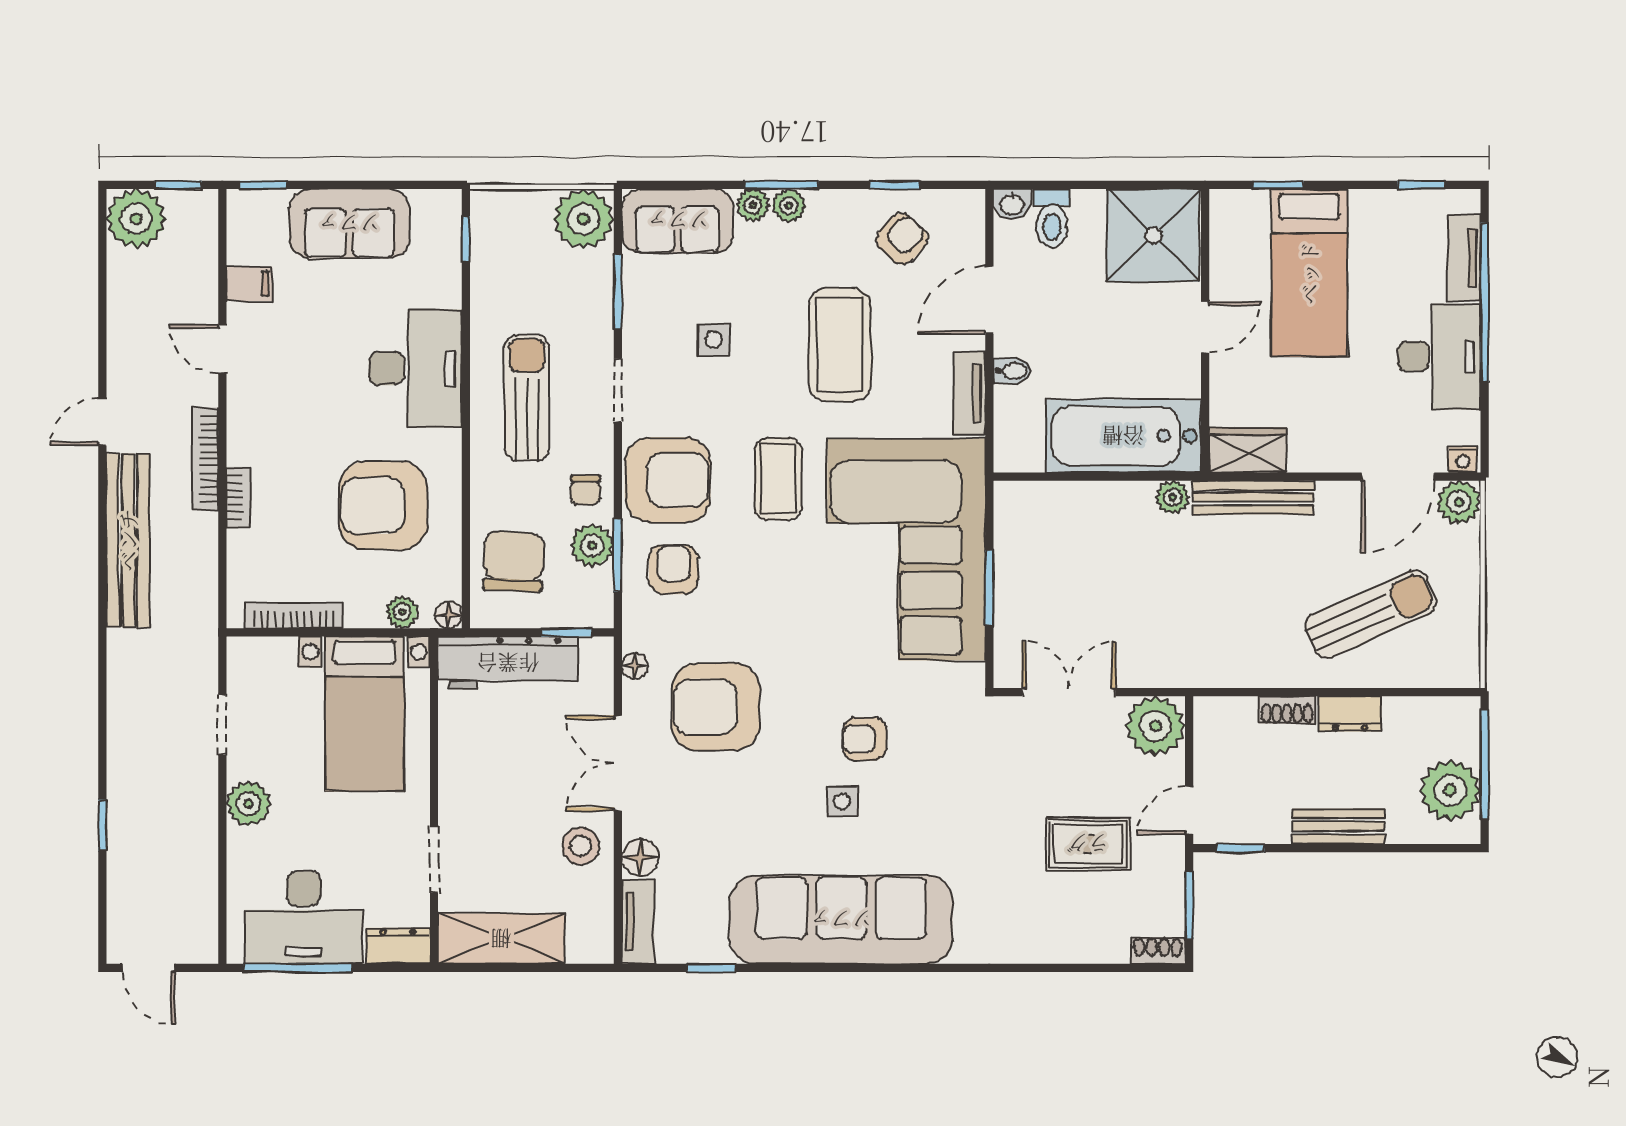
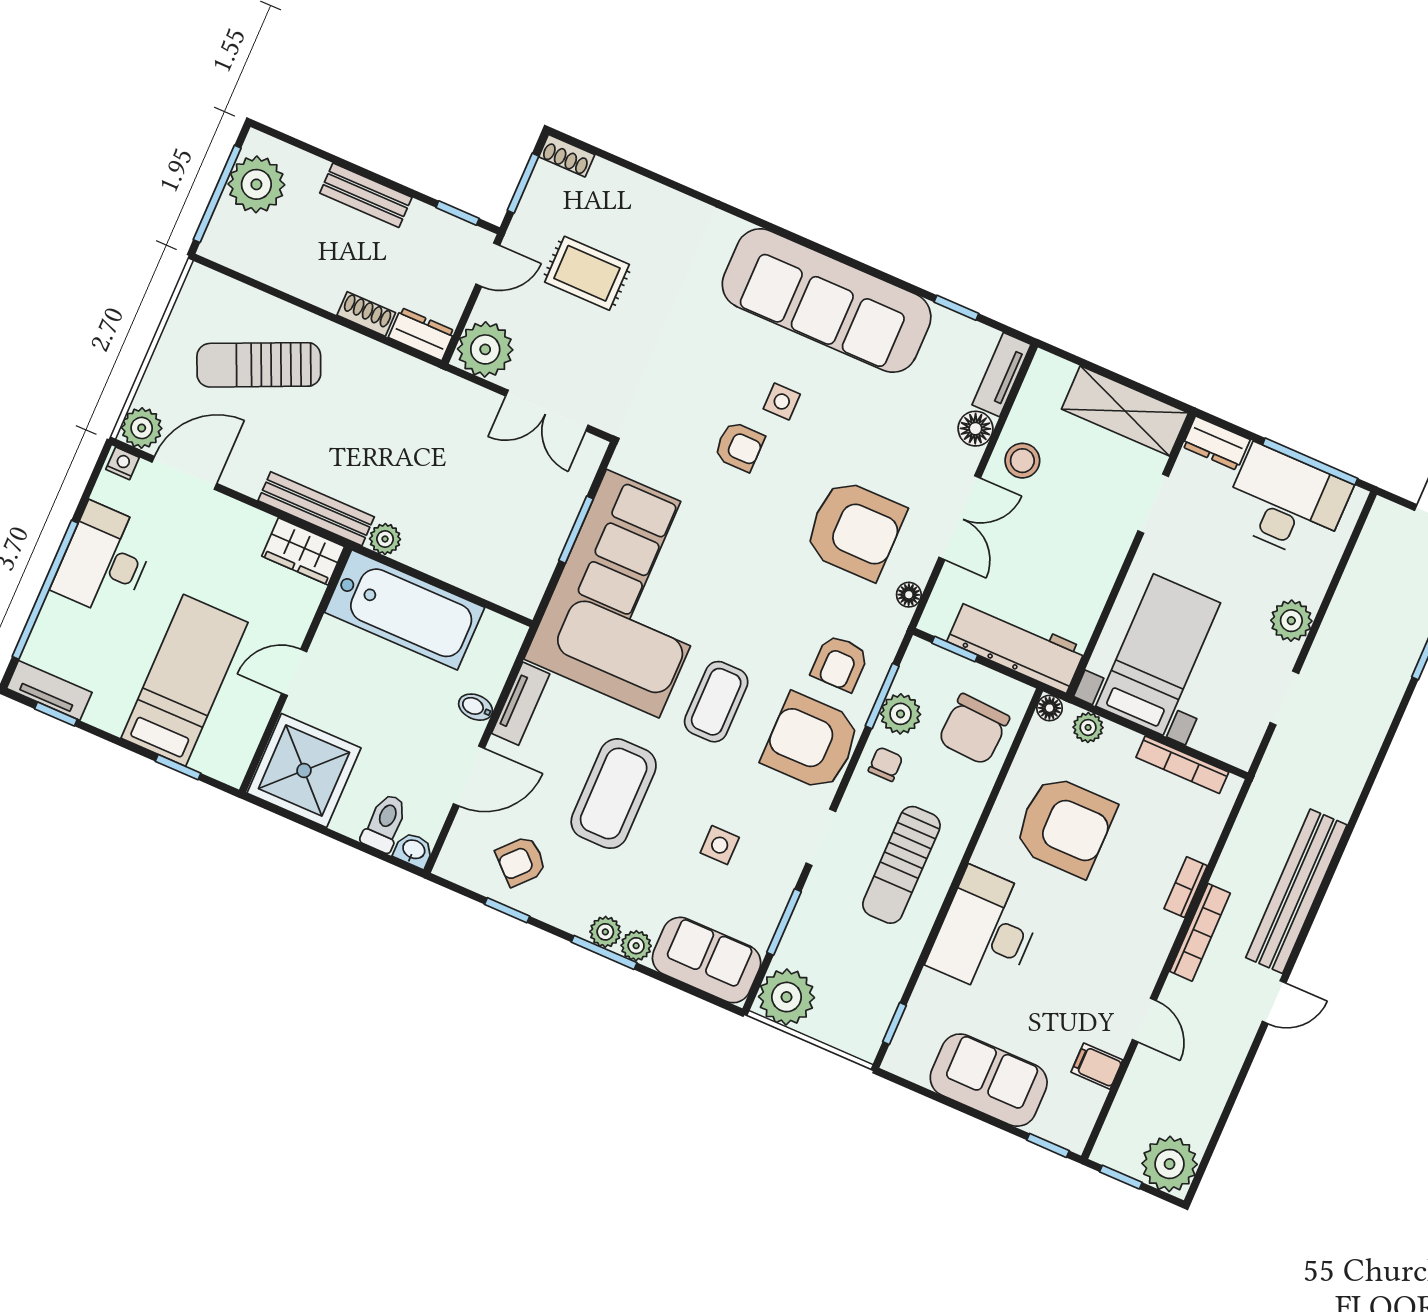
tv unit: (1464, 258) -> (49, 690), moved, turned -90
dresser: (1350, 714) -> (422, 334), moved

